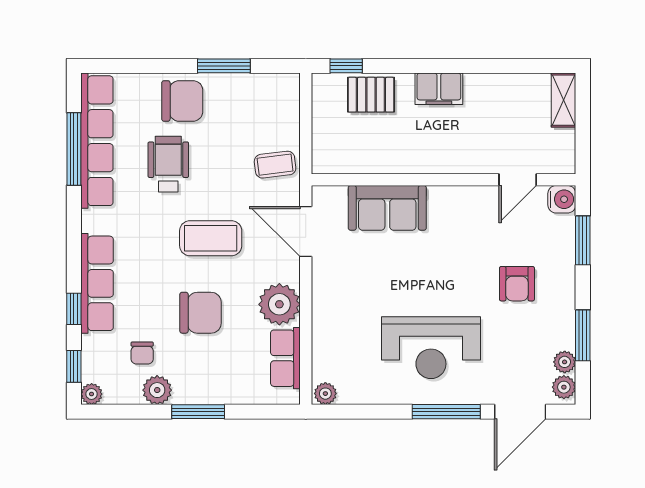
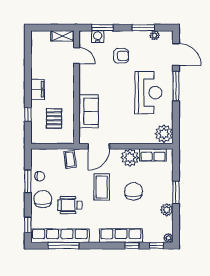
window: (122, 66) -> (28, 225), added
window: (346, 66) -> (28, 115), moved
pallet: (371, 95) -> (54, 118), moved
shelving: (563, 100) -> (63, 36), moved
water cooler: (562, 199) -> (98, 37), moved
chair: (142, 353) -> (40, 176), moved
plant: (564, 387) -> (165, 36), removed
plant: (325, 394) -> (164, 134), width x1.87, depth x1.87

